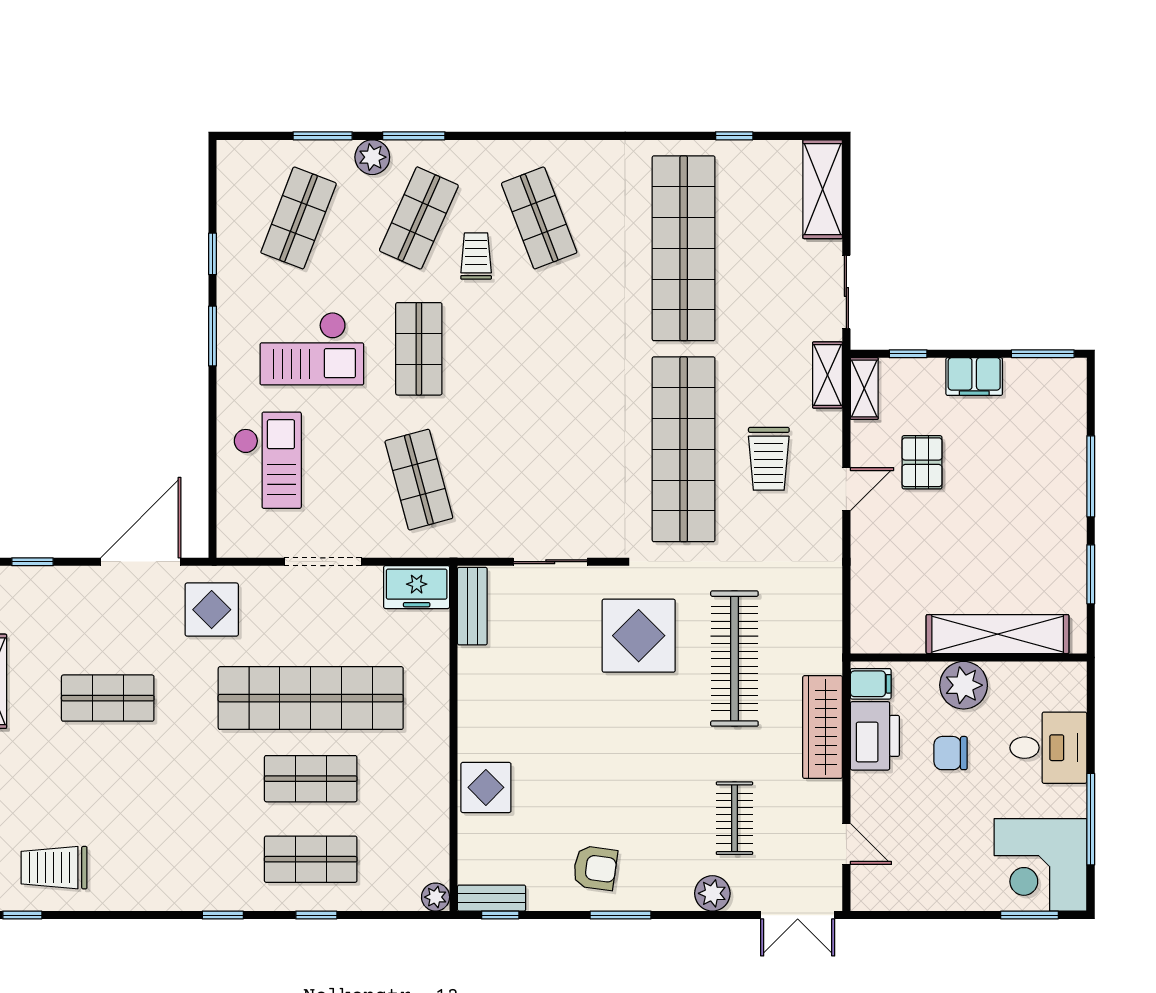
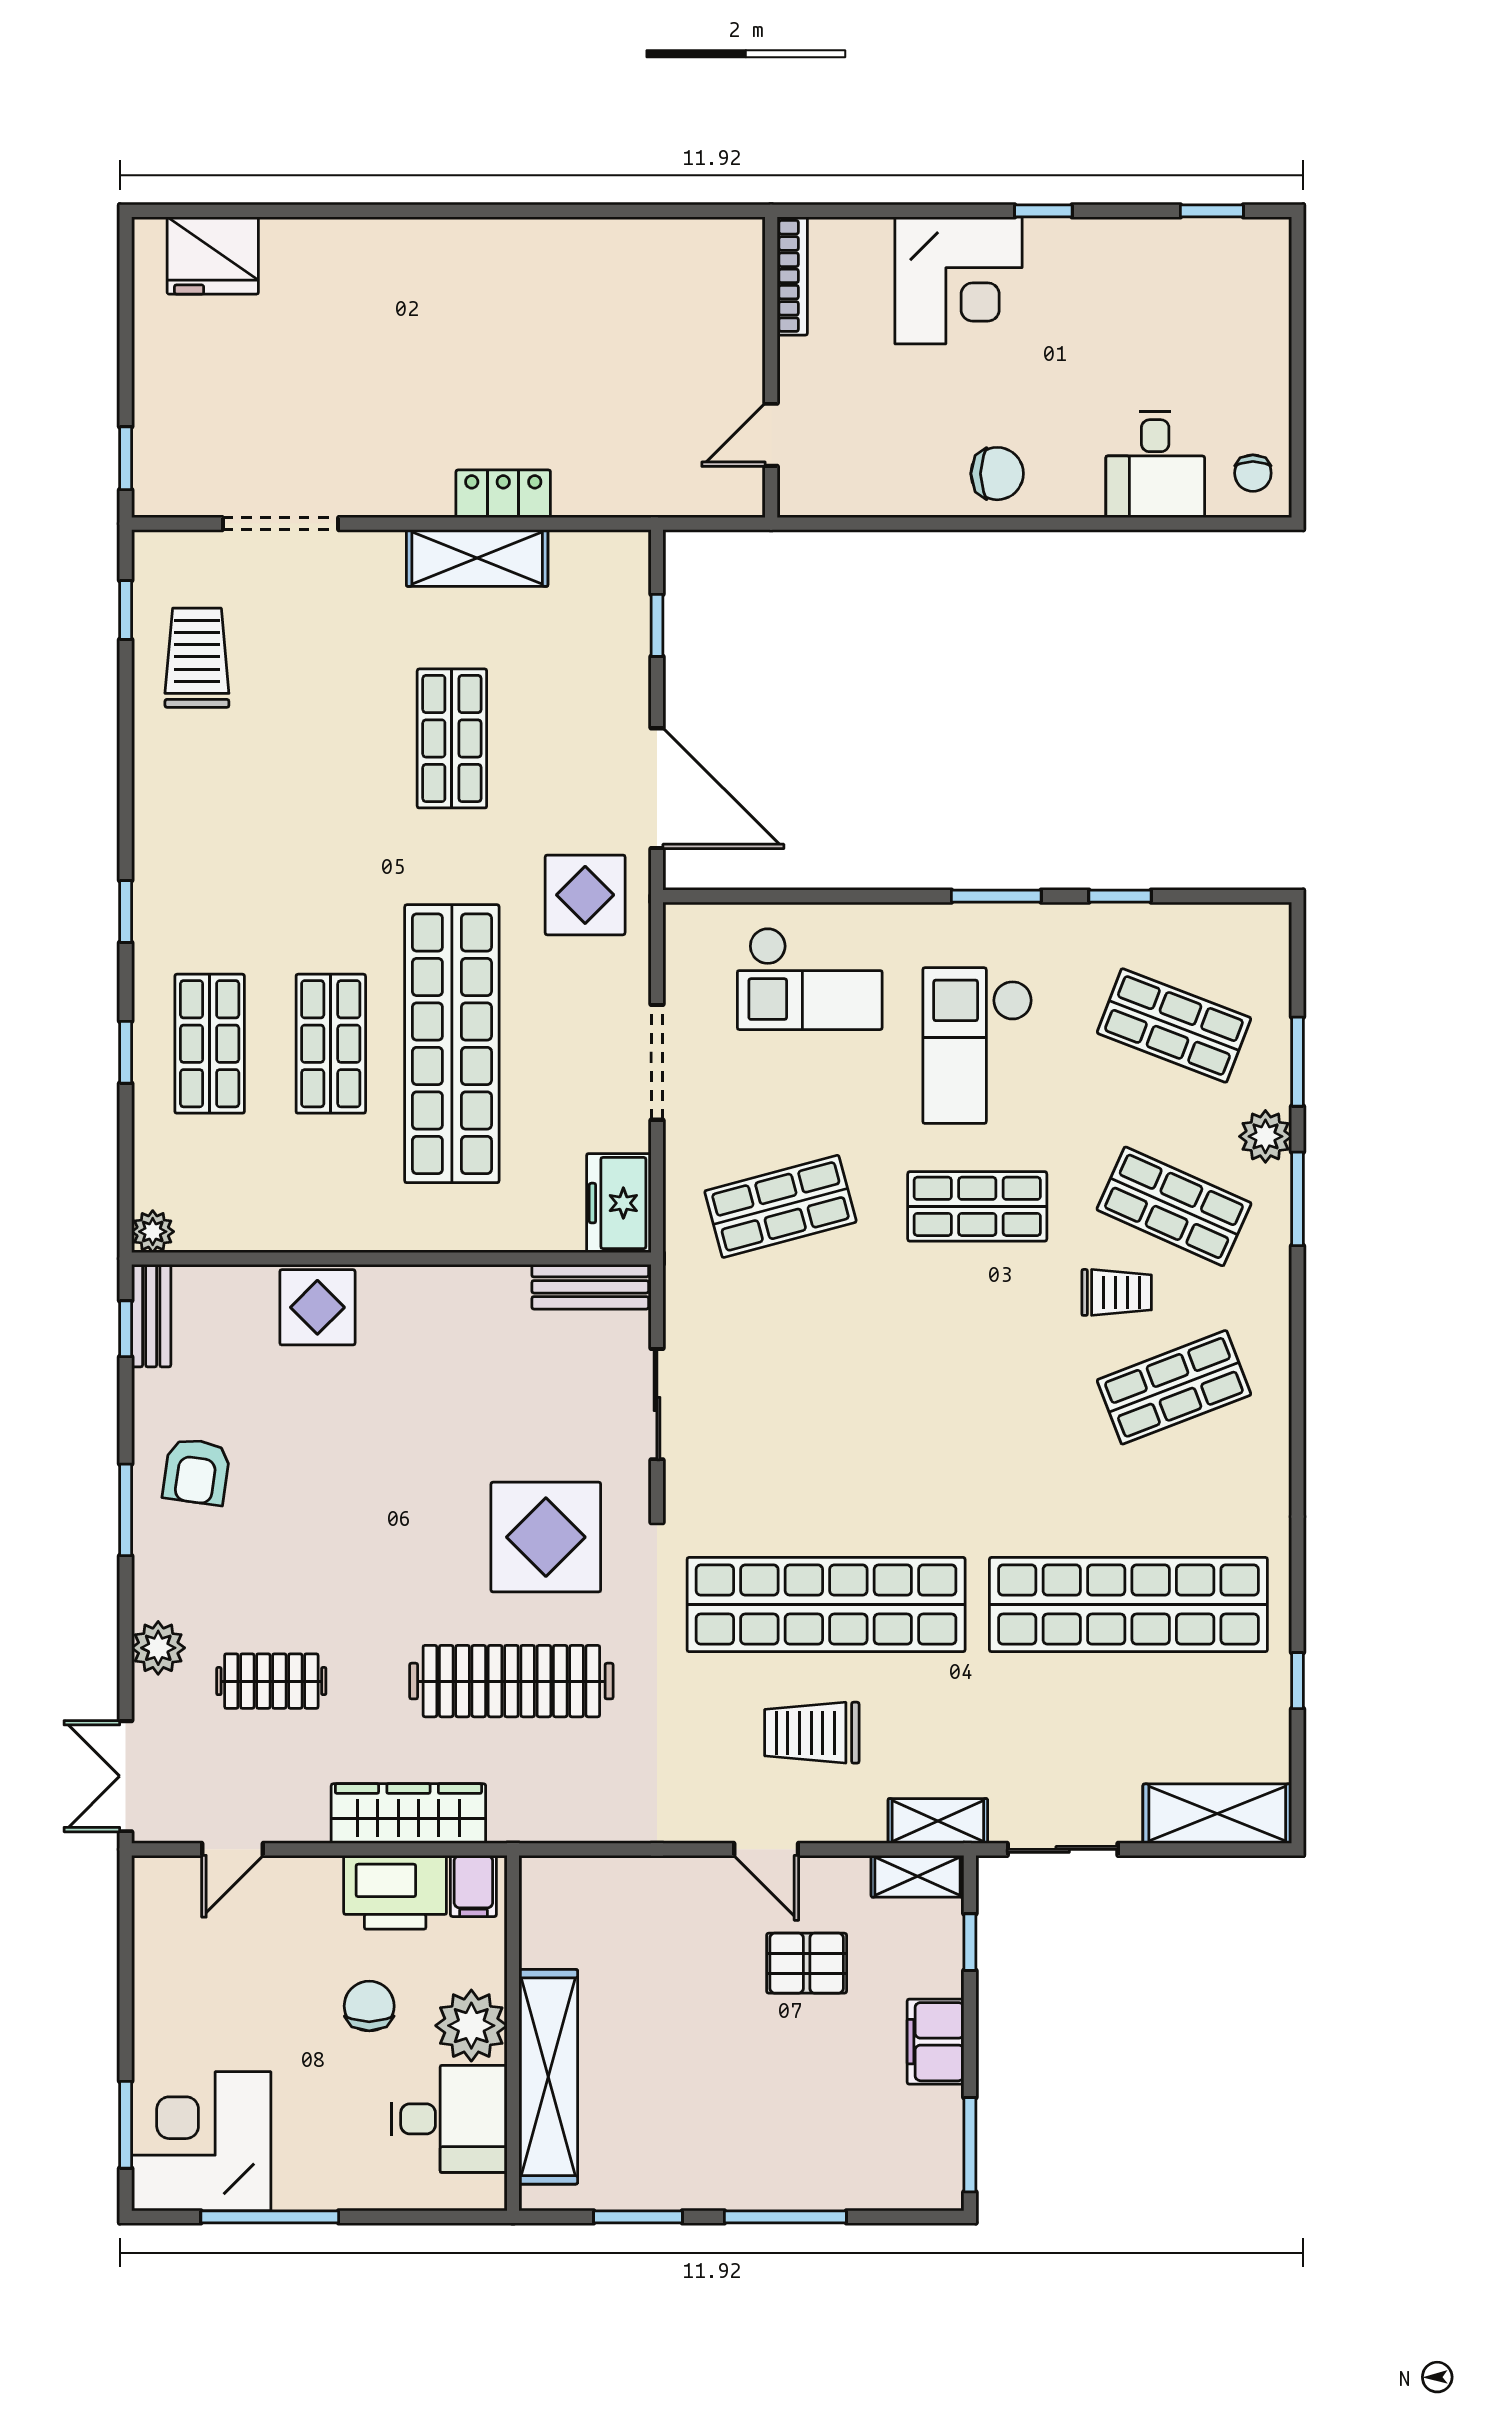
desk: (1048, 748) -> (449, 2119), moved, turned -90

